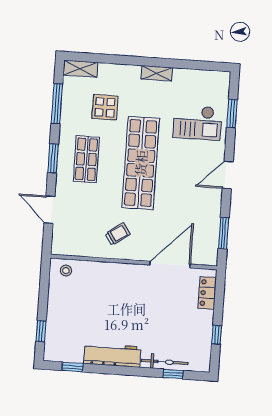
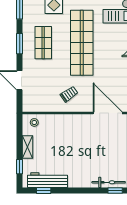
door: (170, 265) -> (108, 113), hinge flipped
shelving: (54, 304) -> (28, 147), added
workbench: (112, 355) -> (48, 180), moved

